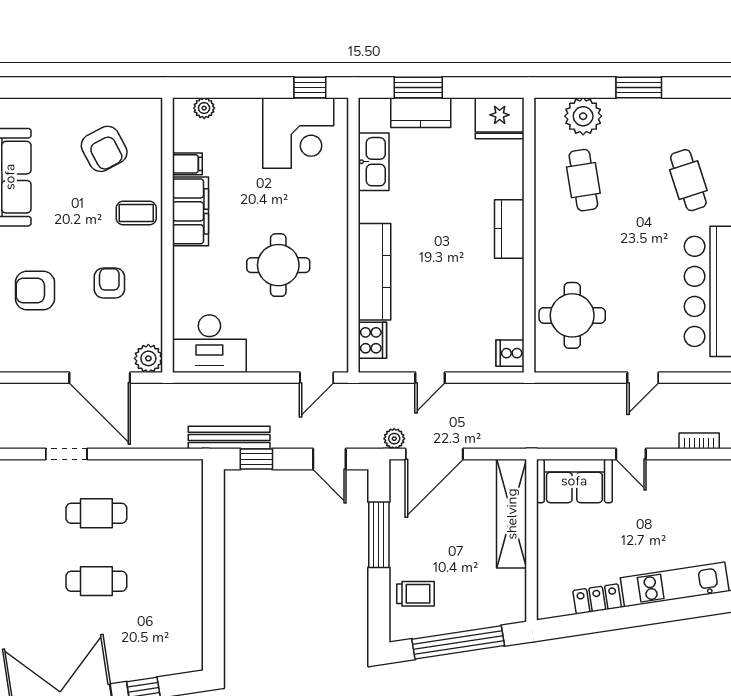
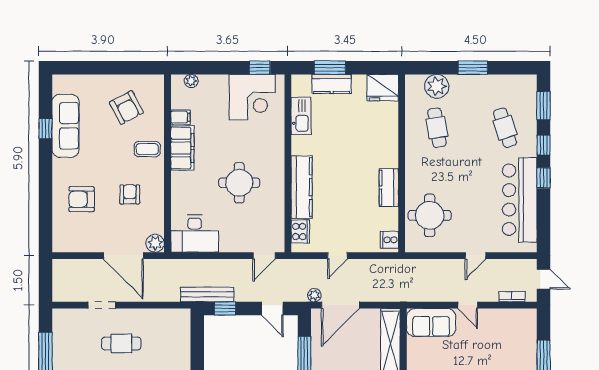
kitchen counter: (509, 229) -> (389, 188), moved

